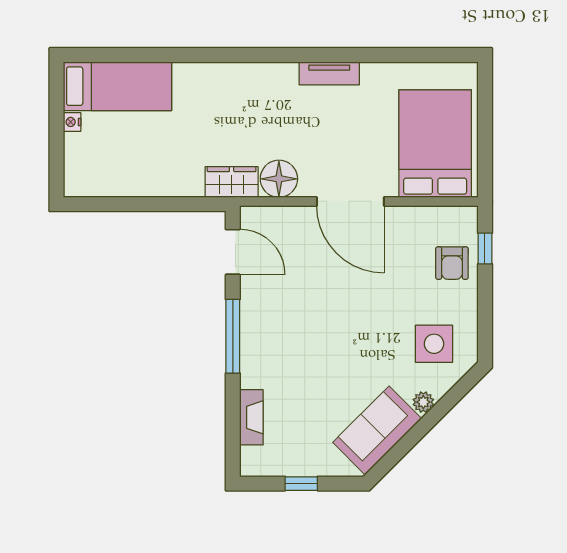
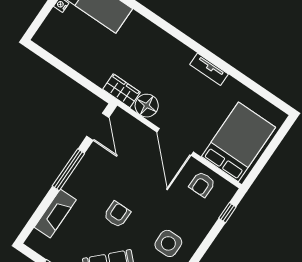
armchair: (452, 263) -> (202, 184), moved
armchair: (339, 352) -> (117, 214), added
fireplace: (251, 417) -> (55, 214), width x1.37, depth x1.32

